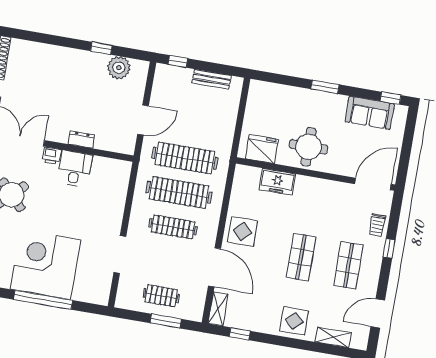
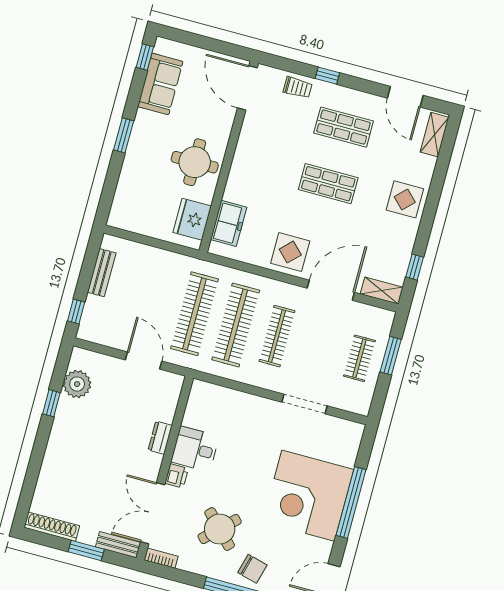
freezer: (277, 182) -> (229, 223), moved
shelving: (333, 337) -> (435, 135), moved

